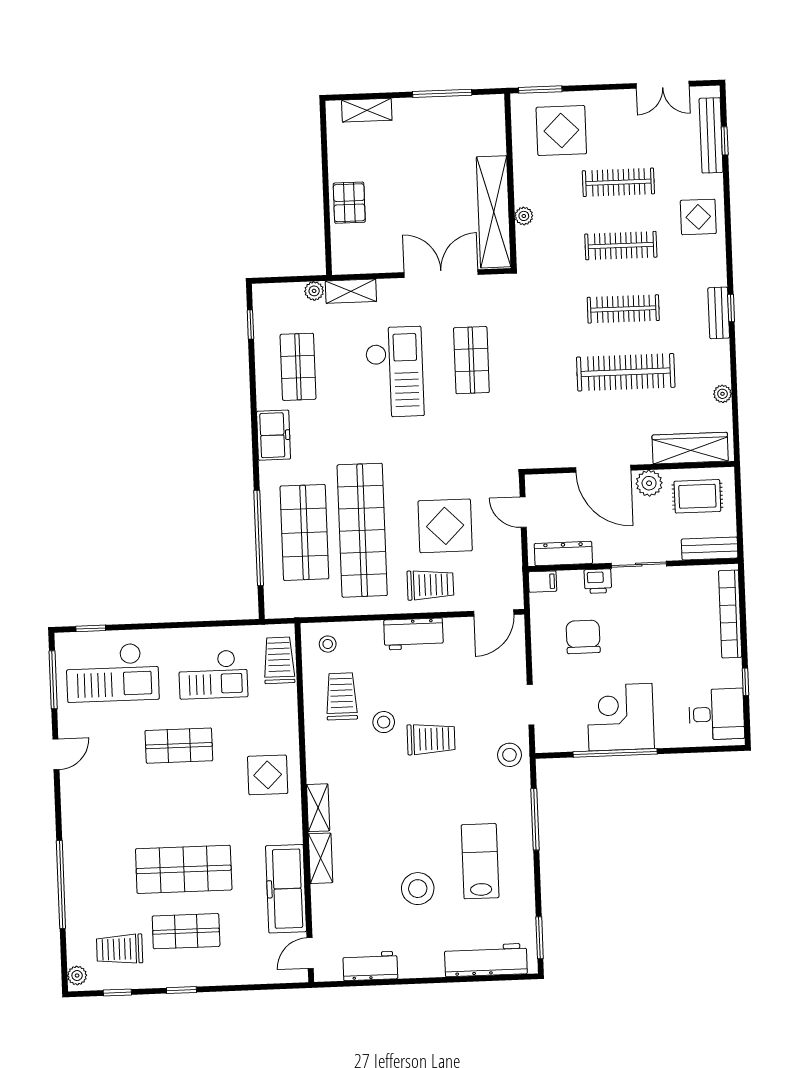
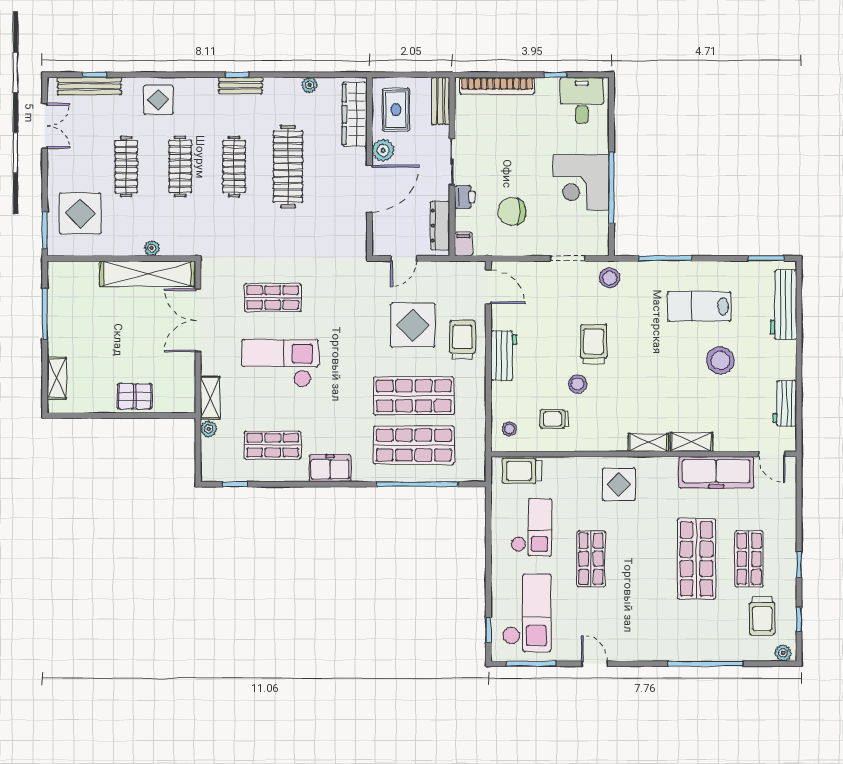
shop shelf: (362, 530) -> (414, 396), width x0.71
trolley: (342, 696) -> (554, 419), width x0.73, depth x0.72

